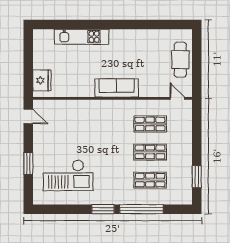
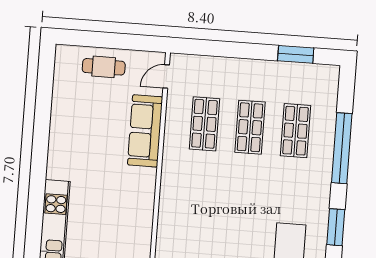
cafe table: (180, 60) -> (104, 67), width x0.73, depth x0.74
sofa: (117, 88) -> (145, 131), moved
window: (103, 209) -> (336, 227), moved

